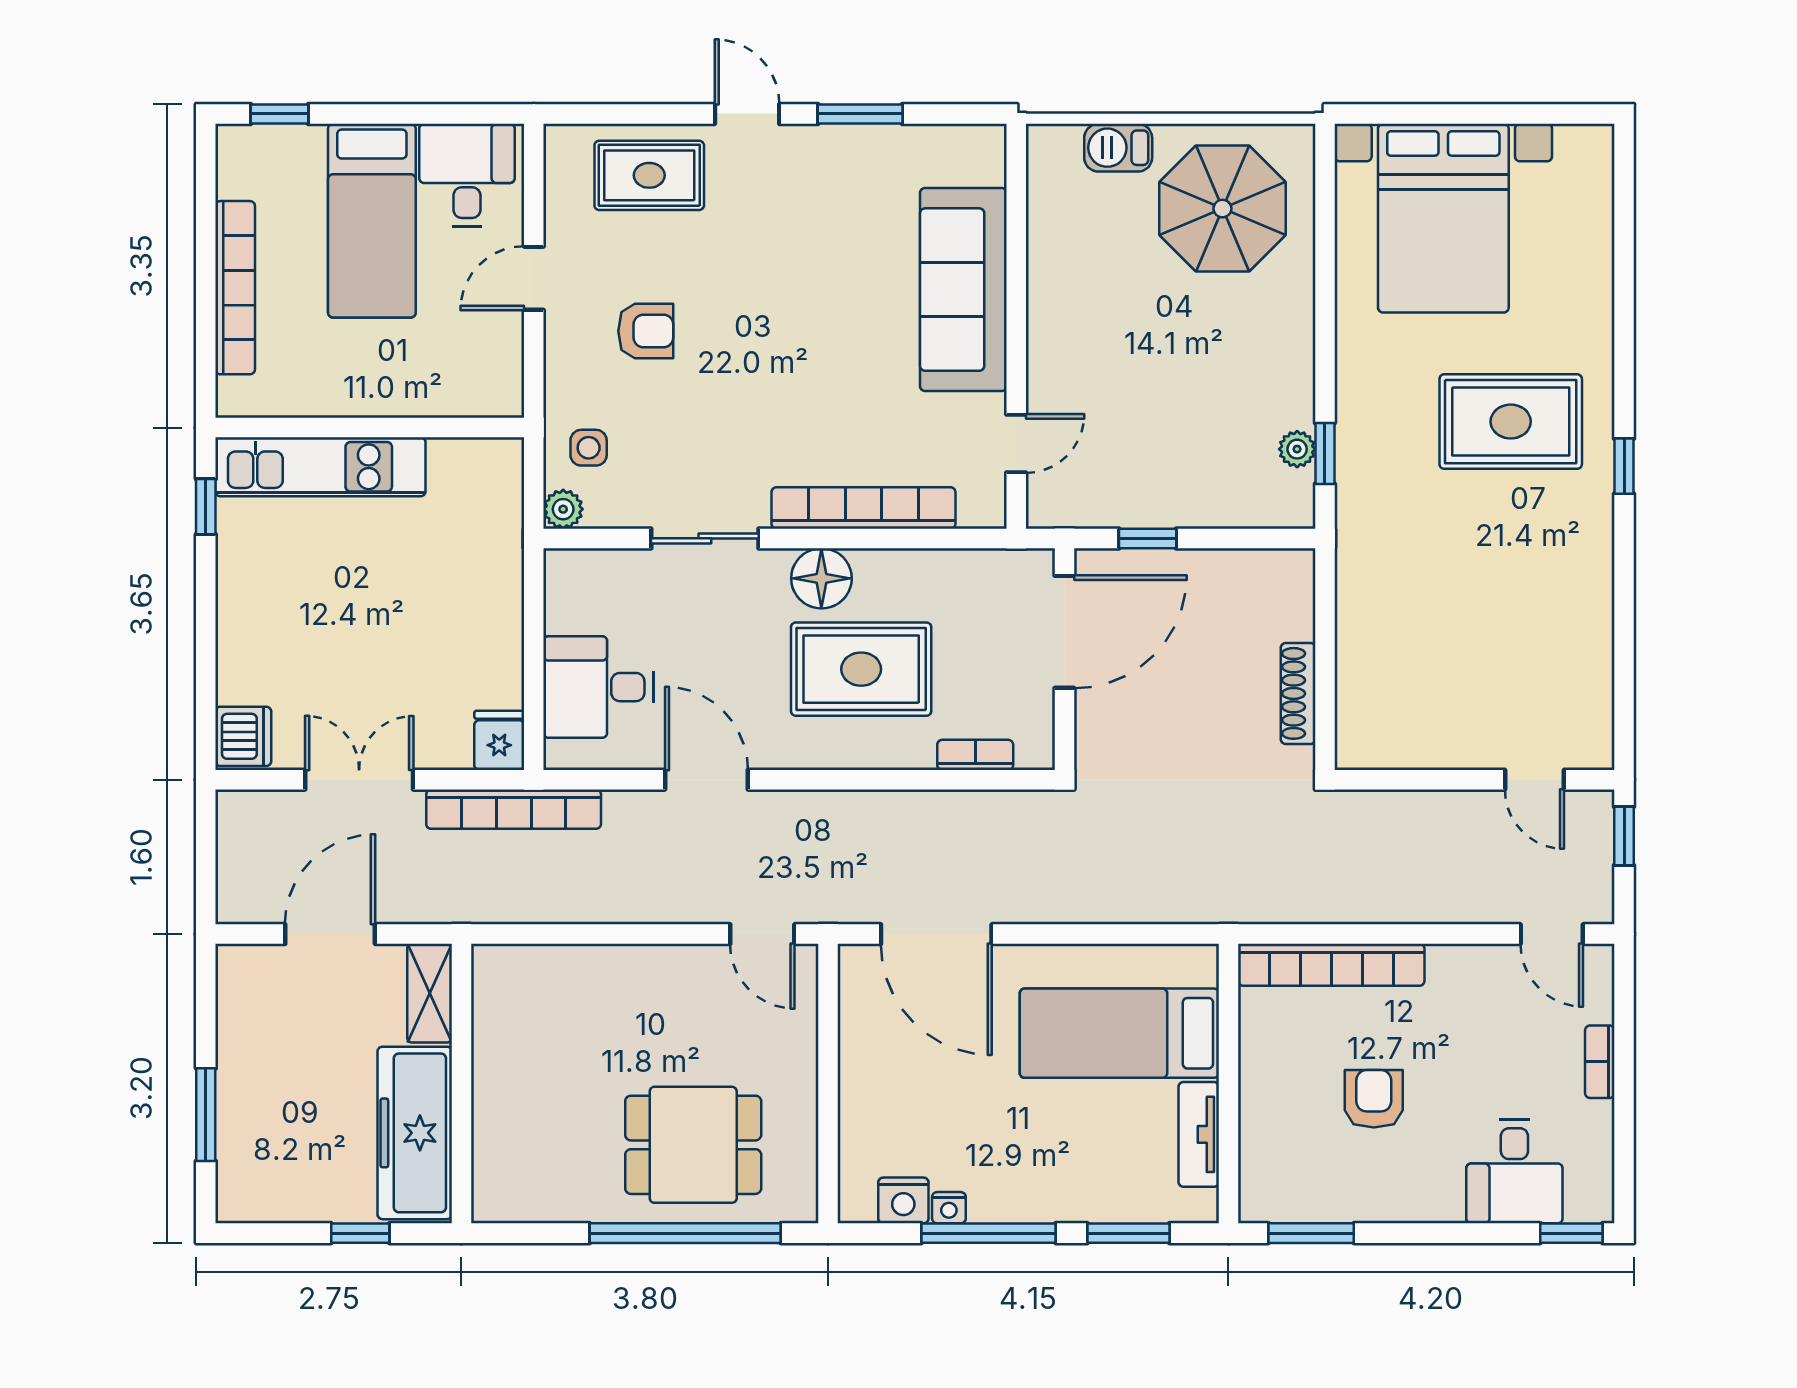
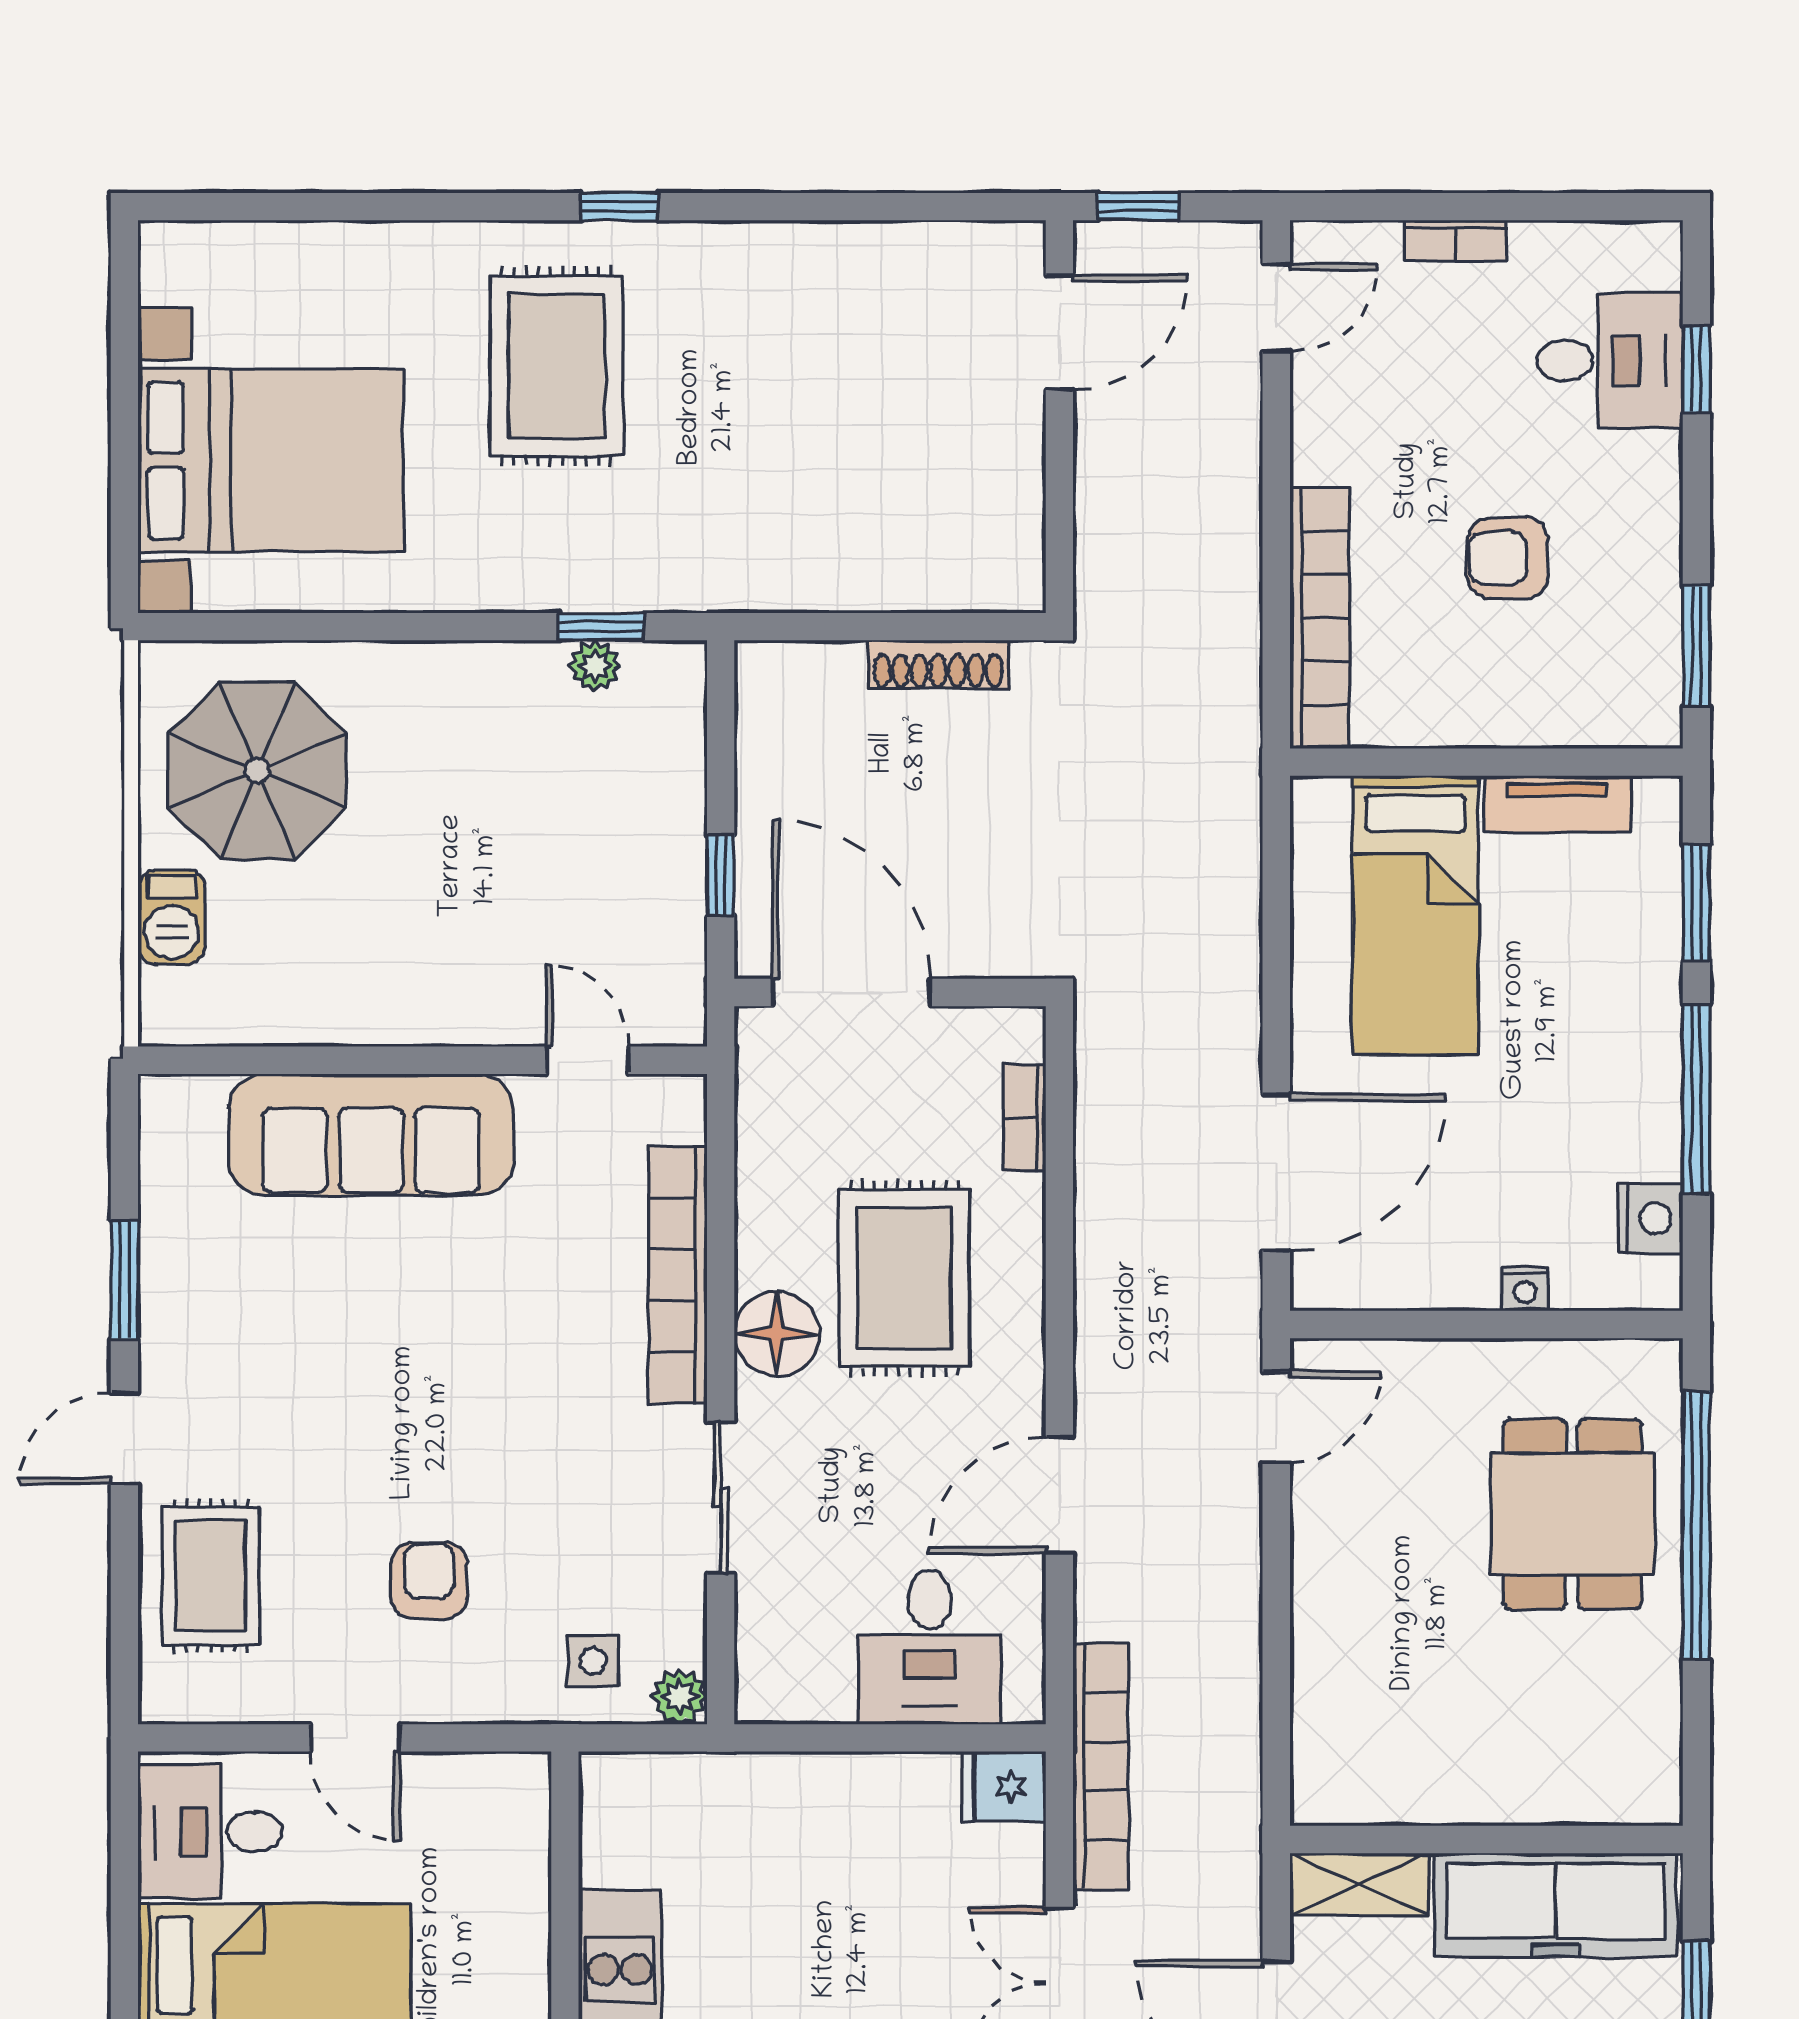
door: (1534, 780) -> (1059, 332), width x1.38
nightstand: (949, 1208) -> (1525, 1289), moved, turned 90
window: (1571, 1233) -> (1696, 369), moved

